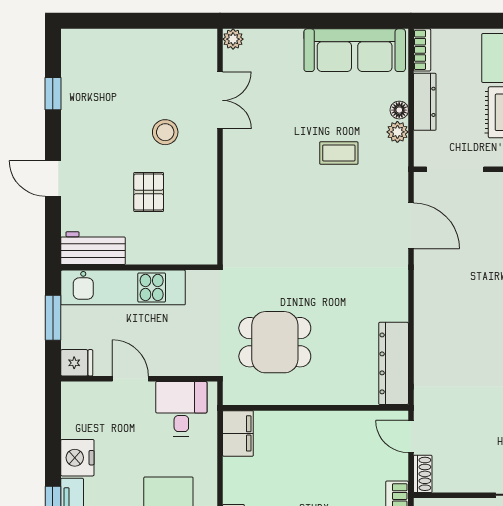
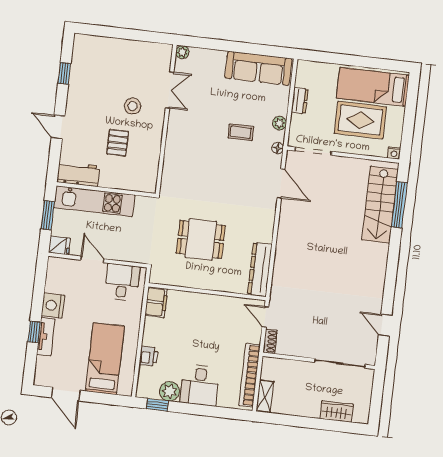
bookcase: (422, 50) -> (301, 73), removed
dresser: (425, 102) -> (300, 101), width x0.70
floor lamp: (399, 110) -> (278, 148), moved
dining table: (275, 342) -> (201, 239), moved

